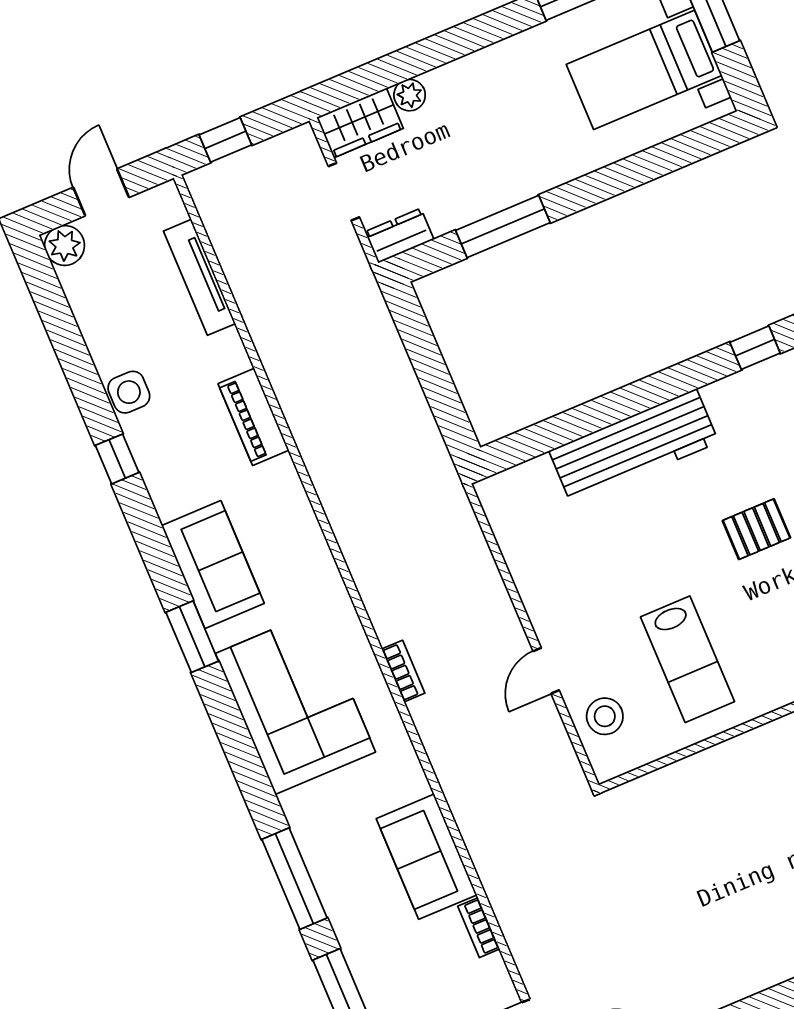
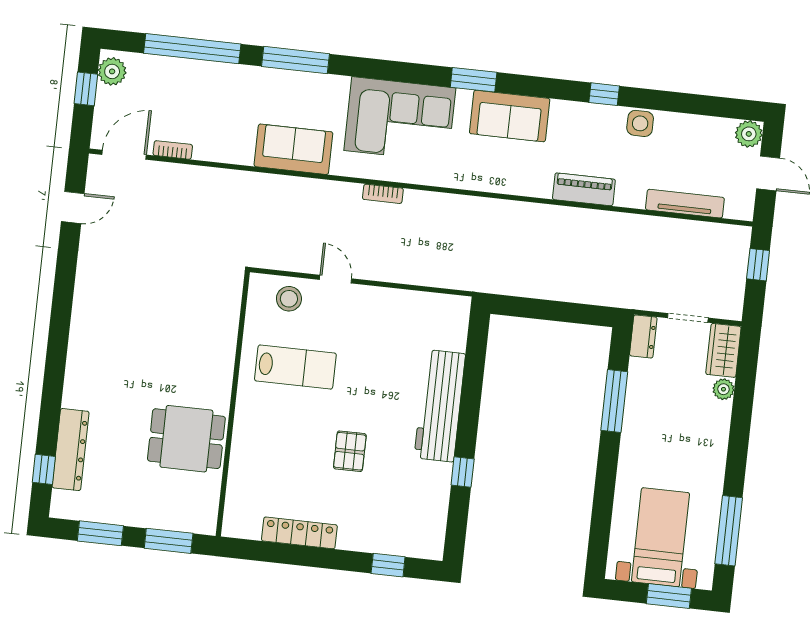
window: (755, 348) -> (463, 472), moved
lab bench: (688, 659) -> (295, 367), turned 180
sofa: (427, 857) -> (293, 149), moved
bookcase: (479, 928) -> (173, 150), moved

